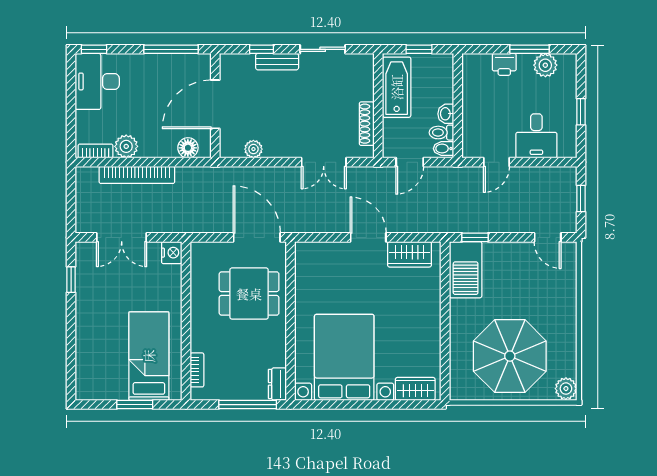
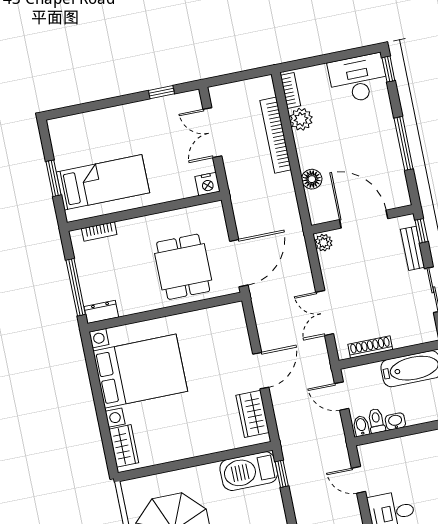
door: (215, 104) -> (364, 219), moved
wall: (215, 106) -> (362, 219), moved

